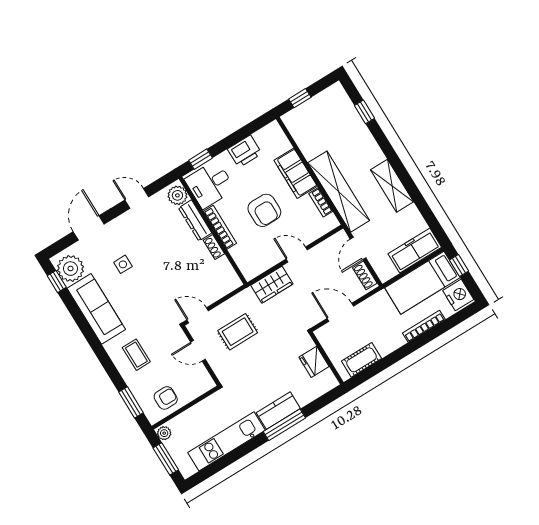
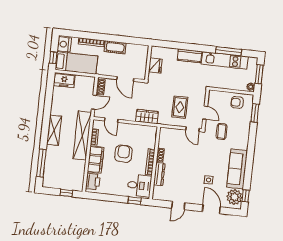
window: (364, 112) -> (41, 163), width x2.17
printer: (245, 151) -> (93, 182), moved, turned 90
shelving: (392, 186) -> (54, 130), moved
plant: (177, 195) -> (158, 192), removed
door: (137, 198) -> (178, 206), hinge flipped
door: (89, 228) -> (211, 209), swing flipped
freezer: (415, 251) -> (64, 80), width x0.71
door: (297, 254) -> (111, 120), moved
rug: (238, 332) -> (180, 107), turned 90
coffee table: (136, 355) -> (222, 131), moved
cot: (361, 360) -> (115, 47), moved
window: (284, 425) -> (229, 51), moved

